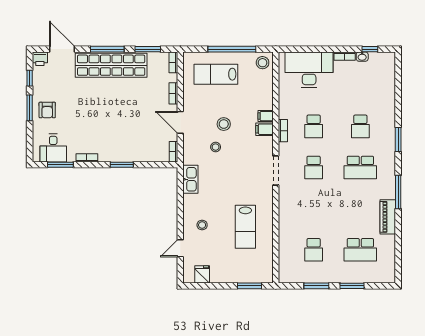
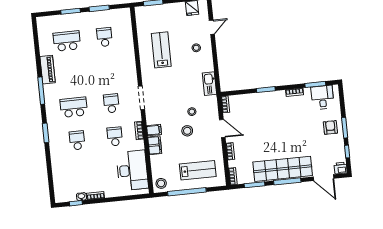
desk: (309, 70) -> (132, 170), moved, turned -90
filing cabinet: (266, 116) -> (155, 145), width x2.00

